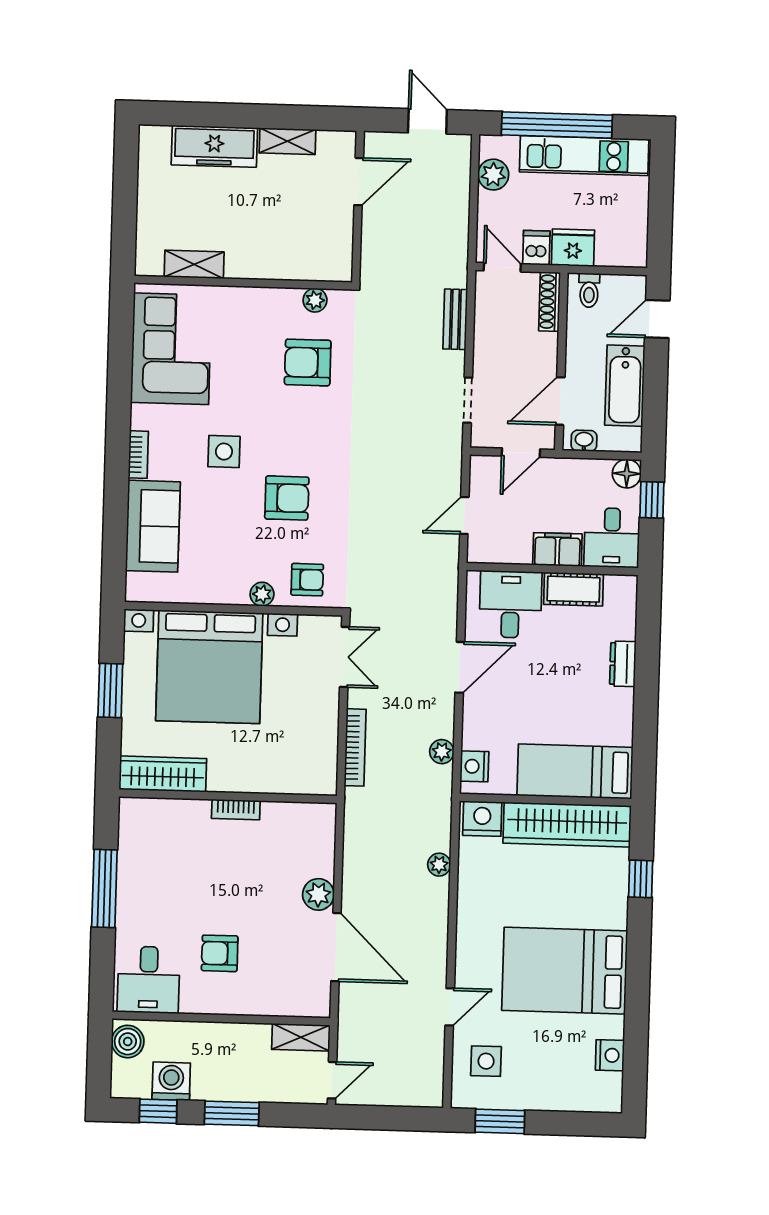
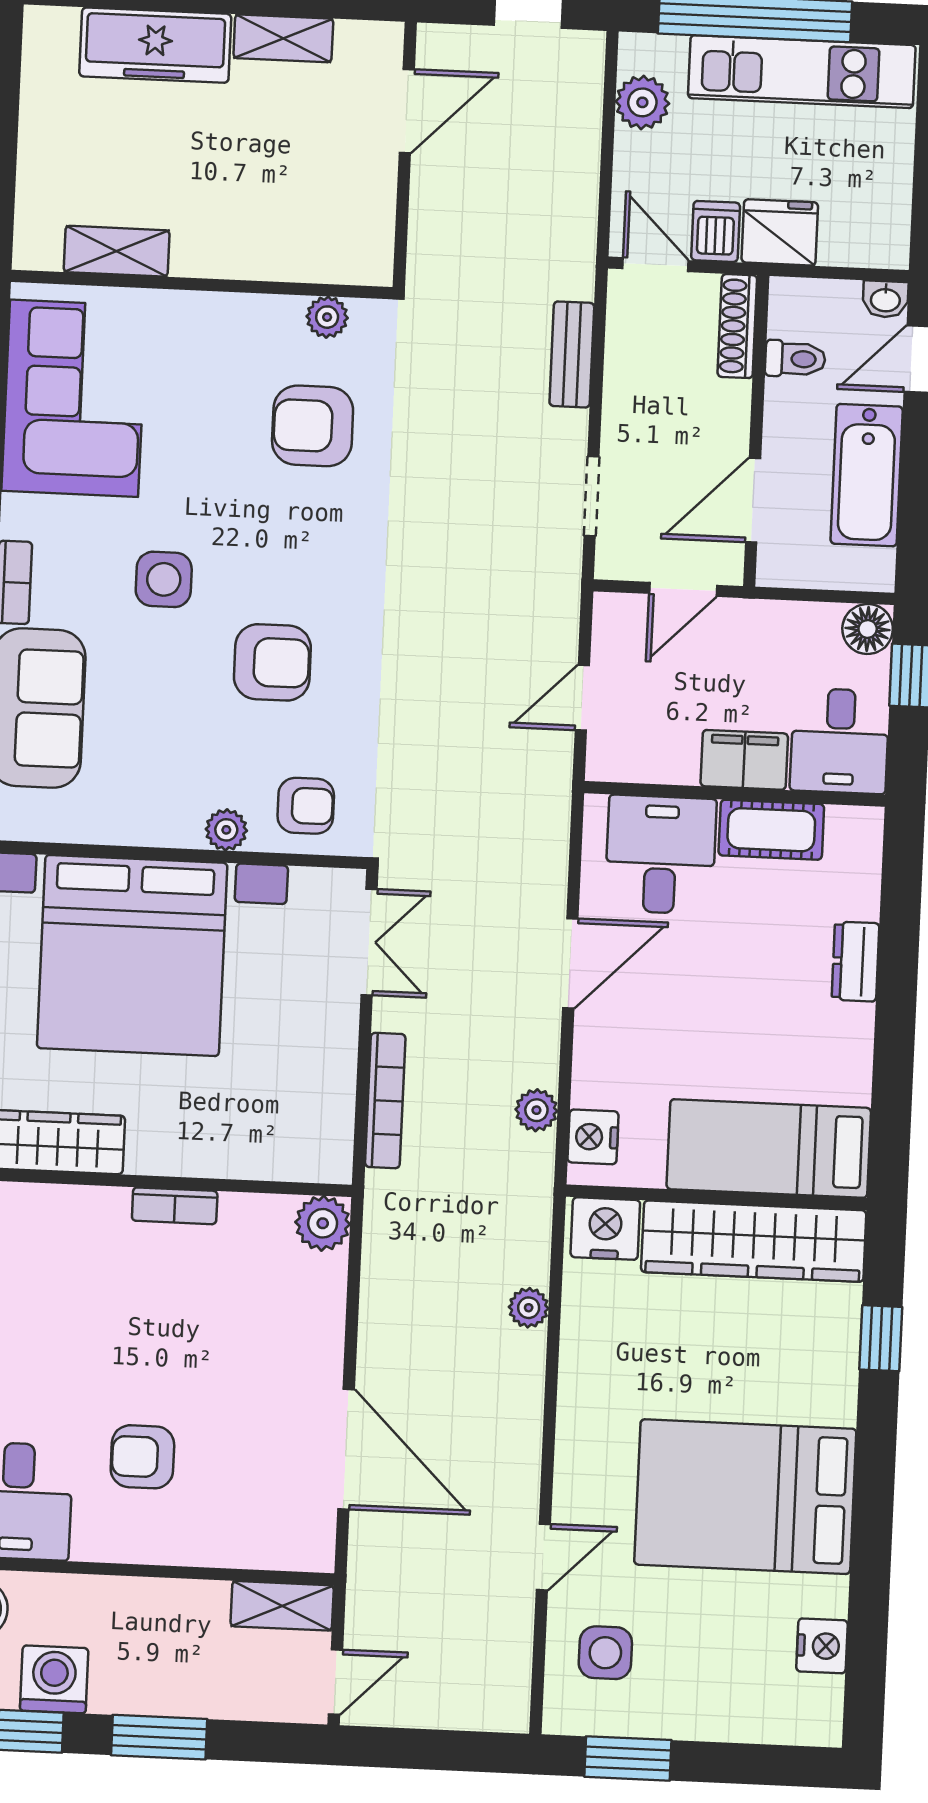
toilet: (589, 290) -> (795, 359), moved, turned -90
washbasin: (584, 441) -> (885, 299), moved, turned 180
plant: (318, 894) -> (323, 1223), moved

